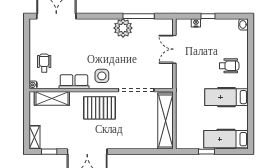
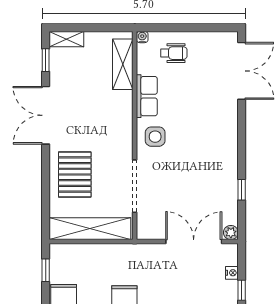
window: (139, 16) -> (242, 190), width x0.46
plant: (123, 28) -> (231, 232), moved, width x0.53, depth x0.53
double door: (174, 49) -> (194, 242), width x1.37
pallet: (100, 108) -> (75, 174), moved
window: (206, 152) -> (46, 270), moved

